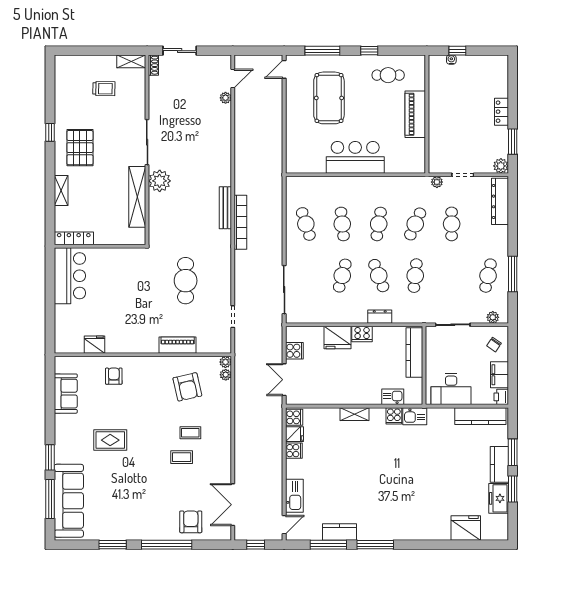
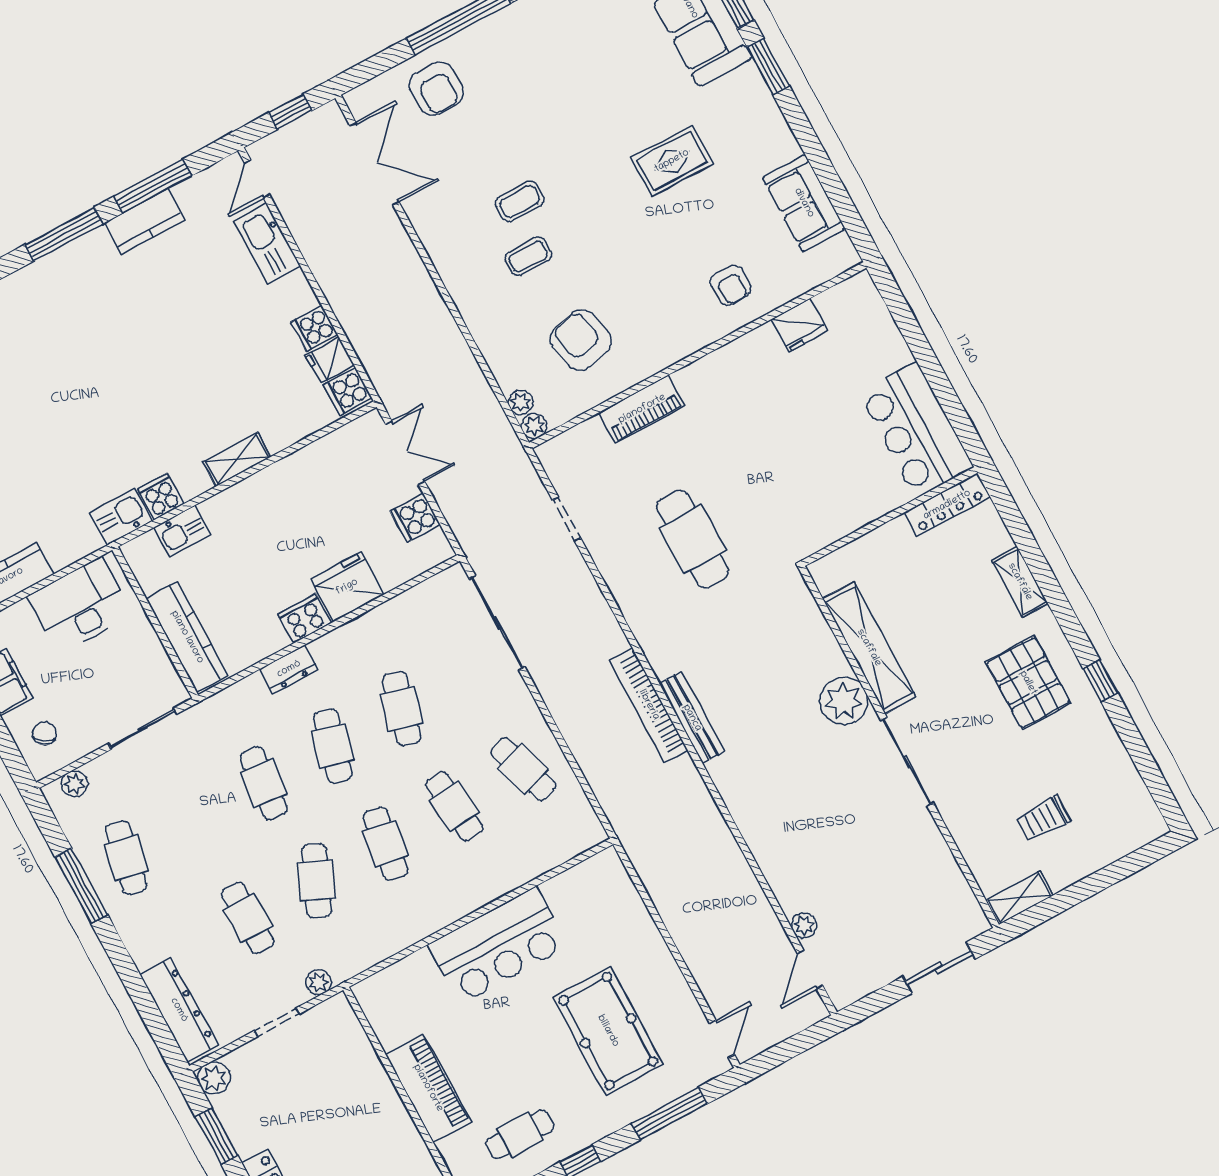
shoe rack: (153, 65) -> (973, 914), removed
cafe table: (379, 276) -> (333, 746), turned 36

